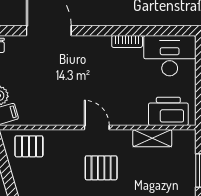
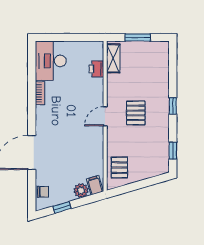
printer: (168, 111) -> (96, 69), width x0.53, depth x0.68
shelving: (152, 138) -> (113, 58), moved

